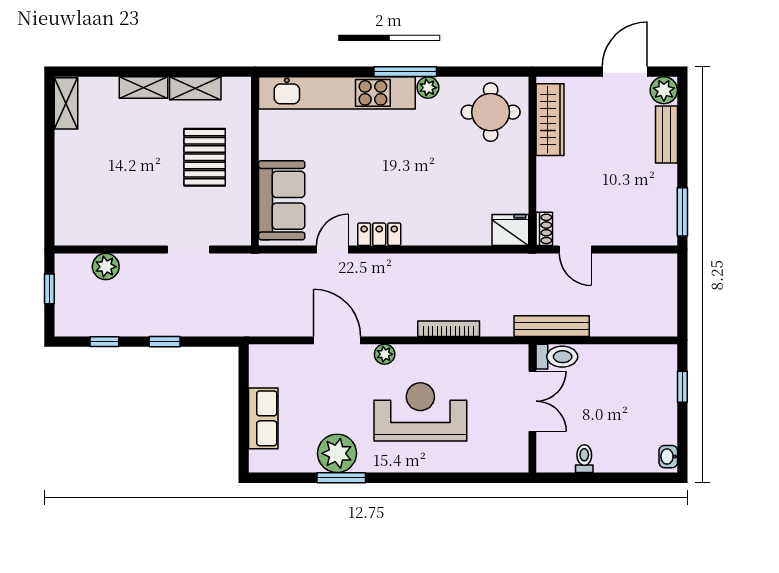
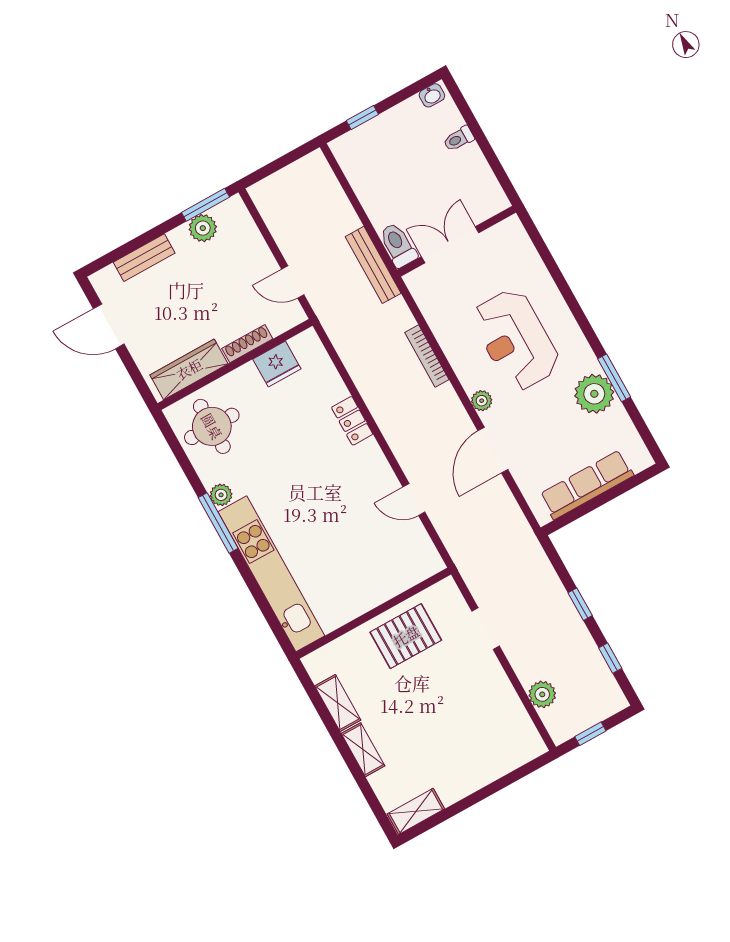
plant: (664, 90) -> (203, 228), moved
pallet: (205, 157) -> (406, 636), moved
sofa: (282, 200) -> (395, 570), removed
shoe rack: (544, 229) -> (247, 344), moved, width x1.43
fridge: (510, 230) -> (277, 364), moved, turned -90
locker: (379, 234) -> (352, 421), moved
door: (575, 249) -> (293, 282), swing flipped
row of seats: (263, 418) -> (587, 485), width x1.48
toilet: (584, 459) -> (459, 139), moved

